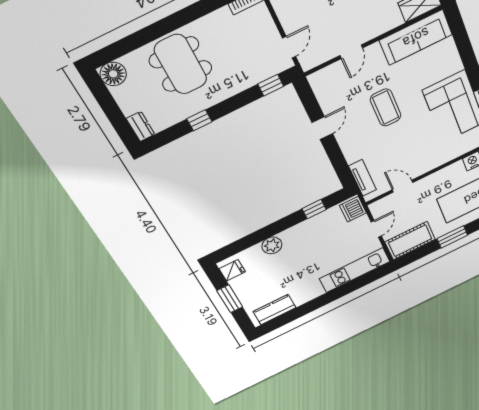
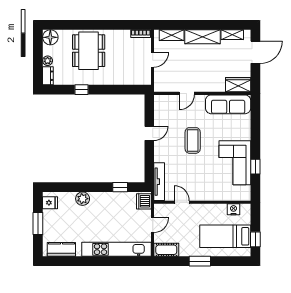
door: (289, 47) -> (153, 60), moved
window: (271, 85) -> (132, 90), removed
plant: (128, 107) -> (48, 61), added
tv unit: (362, 178) -> (159, 182), width x1.41
cot: (410, 241) -> (166, 250), width x0.73, depth x0.75
kitchen unit: (355, 270) -> (116, 249), width x1.36

